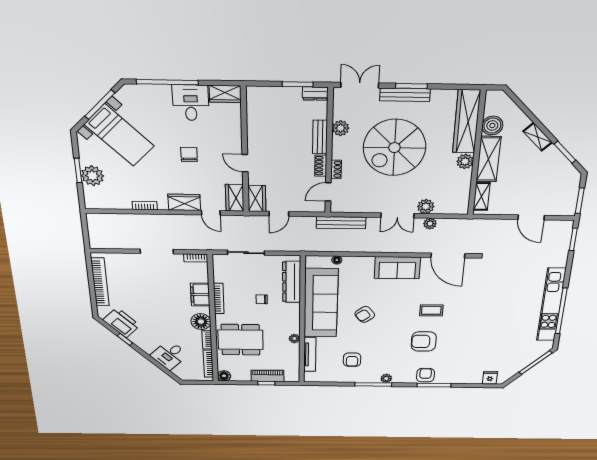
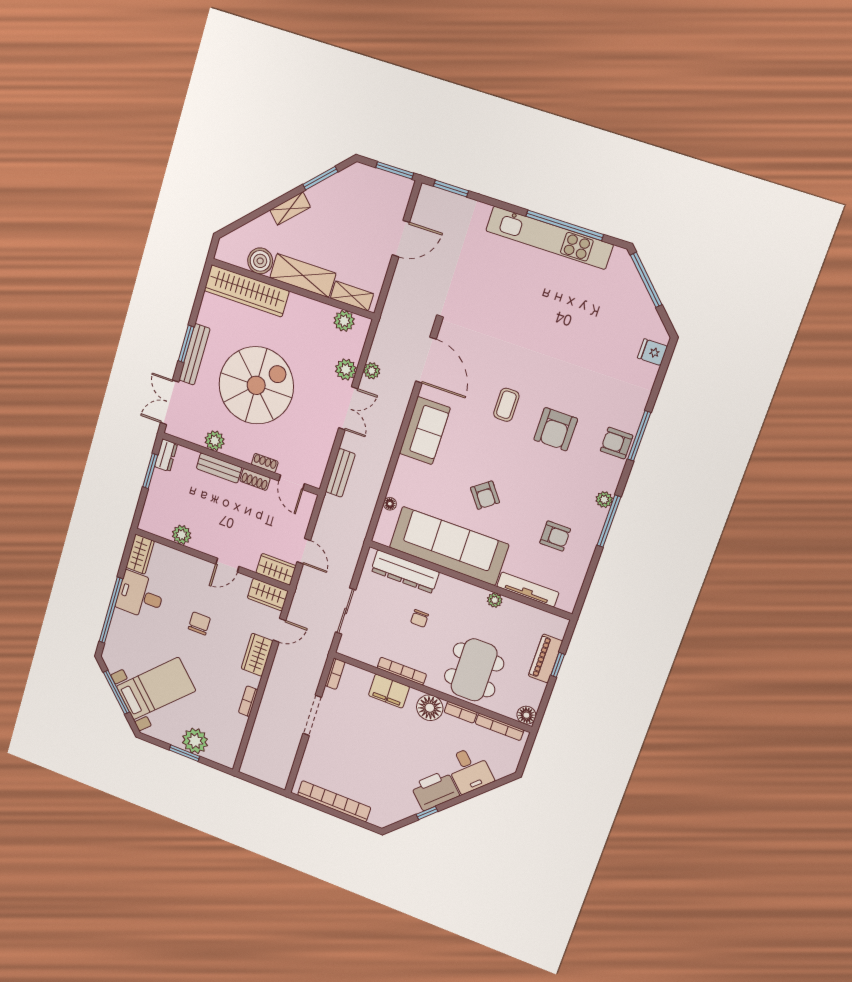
plant: (255, 123) -> (182, 535), added
spiral stairs: (394, 148) -> (256, 385), turned -90
chair: (189, 154) -> (199, 623), turned 90
plant: (465, 161) -> (344, 321), moved
bench: (341, 223) -> (340, 473), width x0.73
door: (448, 255) -> (426, 360), hinge flipped
printer: (121, 323) -> (435, 790), moved

